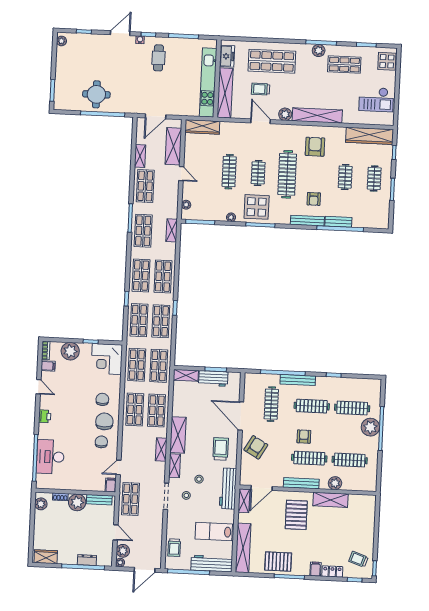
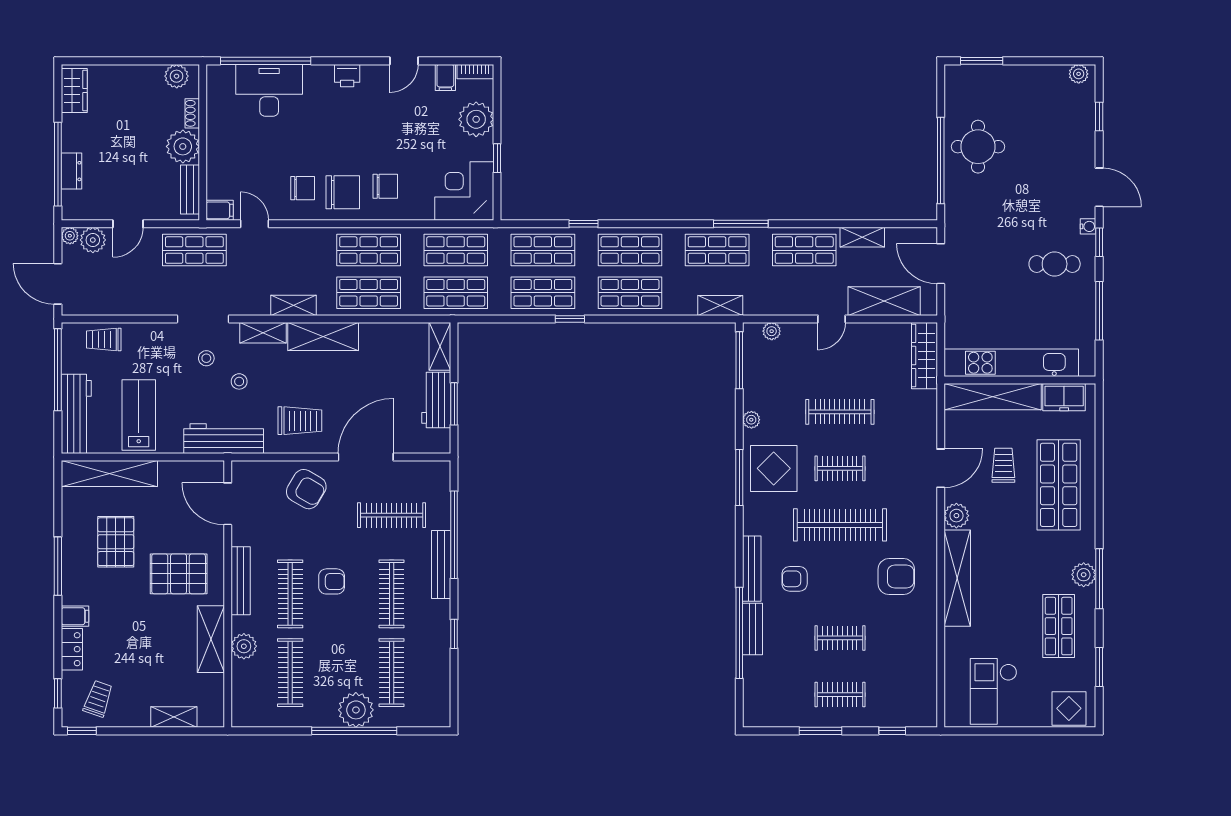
wardrobe: (370, 136) -> (922, 682), removed
shelving: (244, 501) -> (174, 717), moved
pallet: (278, 562) -> (116, 542), moved

